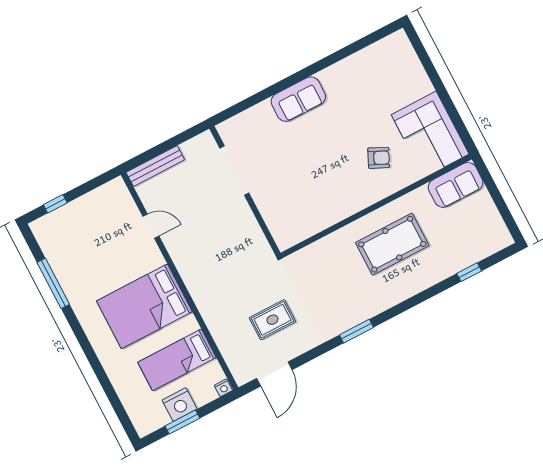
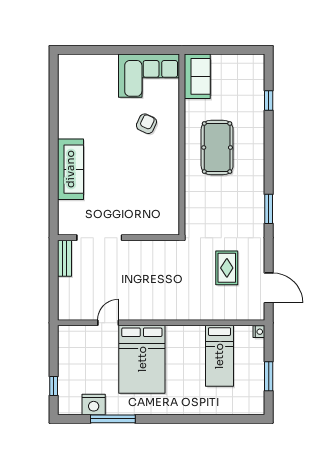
sofa: (298, 99) -> (70, 169), width x1.36
bench: (155, 166) -> (64, 258), moved, width x0.73
bed: (144, 306) -> (142, 359), moved
nightstand: (180, 404) -> (94, 405), moved, turned 90

